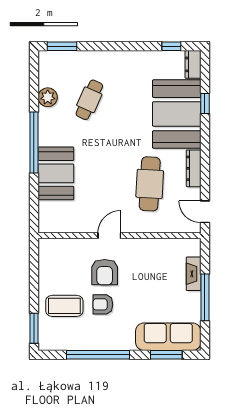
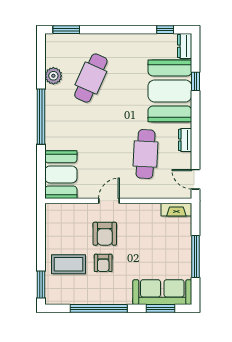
cafe table: (89, 100) -> (91, 78), width x1.37, depth x1.35
dresser: (194, 168) -> (185, 140), width x0.70
booth: (56, 173) -> (61, 174), moved
fireplace: (194, 274) -> (176, 210), moved, turned -90
armchair: (103, 304) -> (103, 263), turned -90

